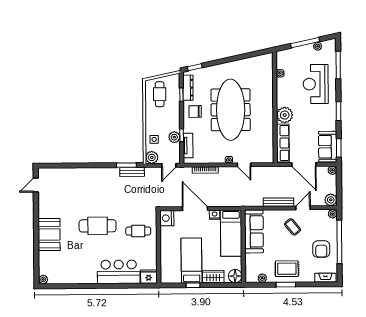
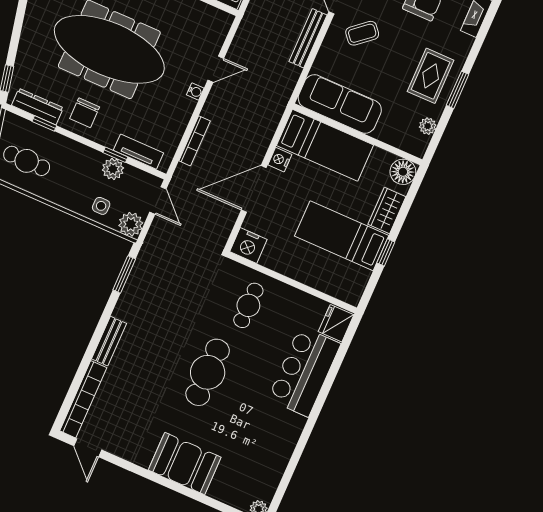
bookcase: (58, 172) -> (83, 399), added
bench: (132, 172) -> (109, 341), moved

